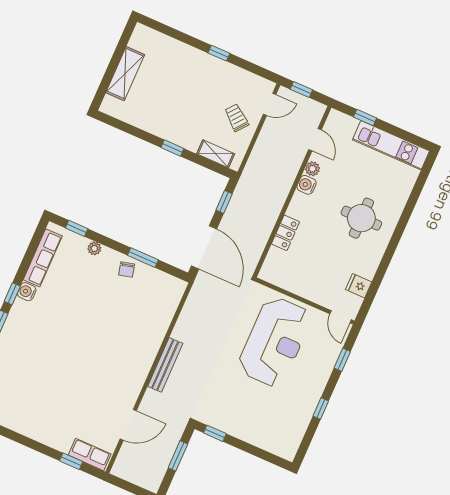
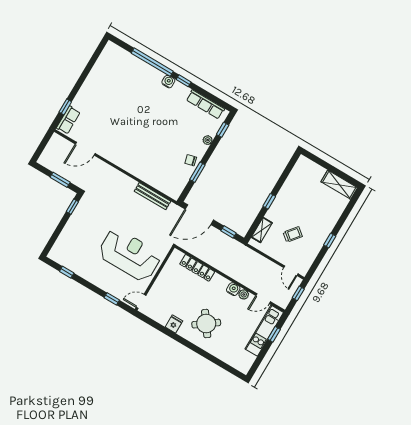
shelving: (125, 74) -> (339, 185), moved
trolley: (236, 118) -> (293, 234), moved
kitchen unit: (391, 145) -> (264, 331), moved
round table: (361, 218) -> (206, 324), turned -36
locker: (285, 233) -> (197, 268), width x1.53
fridge: (359, 286) -> (174, 324), moved
water cooler: (27, 292) -> (168, 82), moved
reception desk: (275, 342) -> (130, 255), turned 180
bench: (165, 365) -> (152, 196), moved
window: (321, 408) -> (67, 272), moved
door: (128, 425) -> (85, 149), hinge flipped

